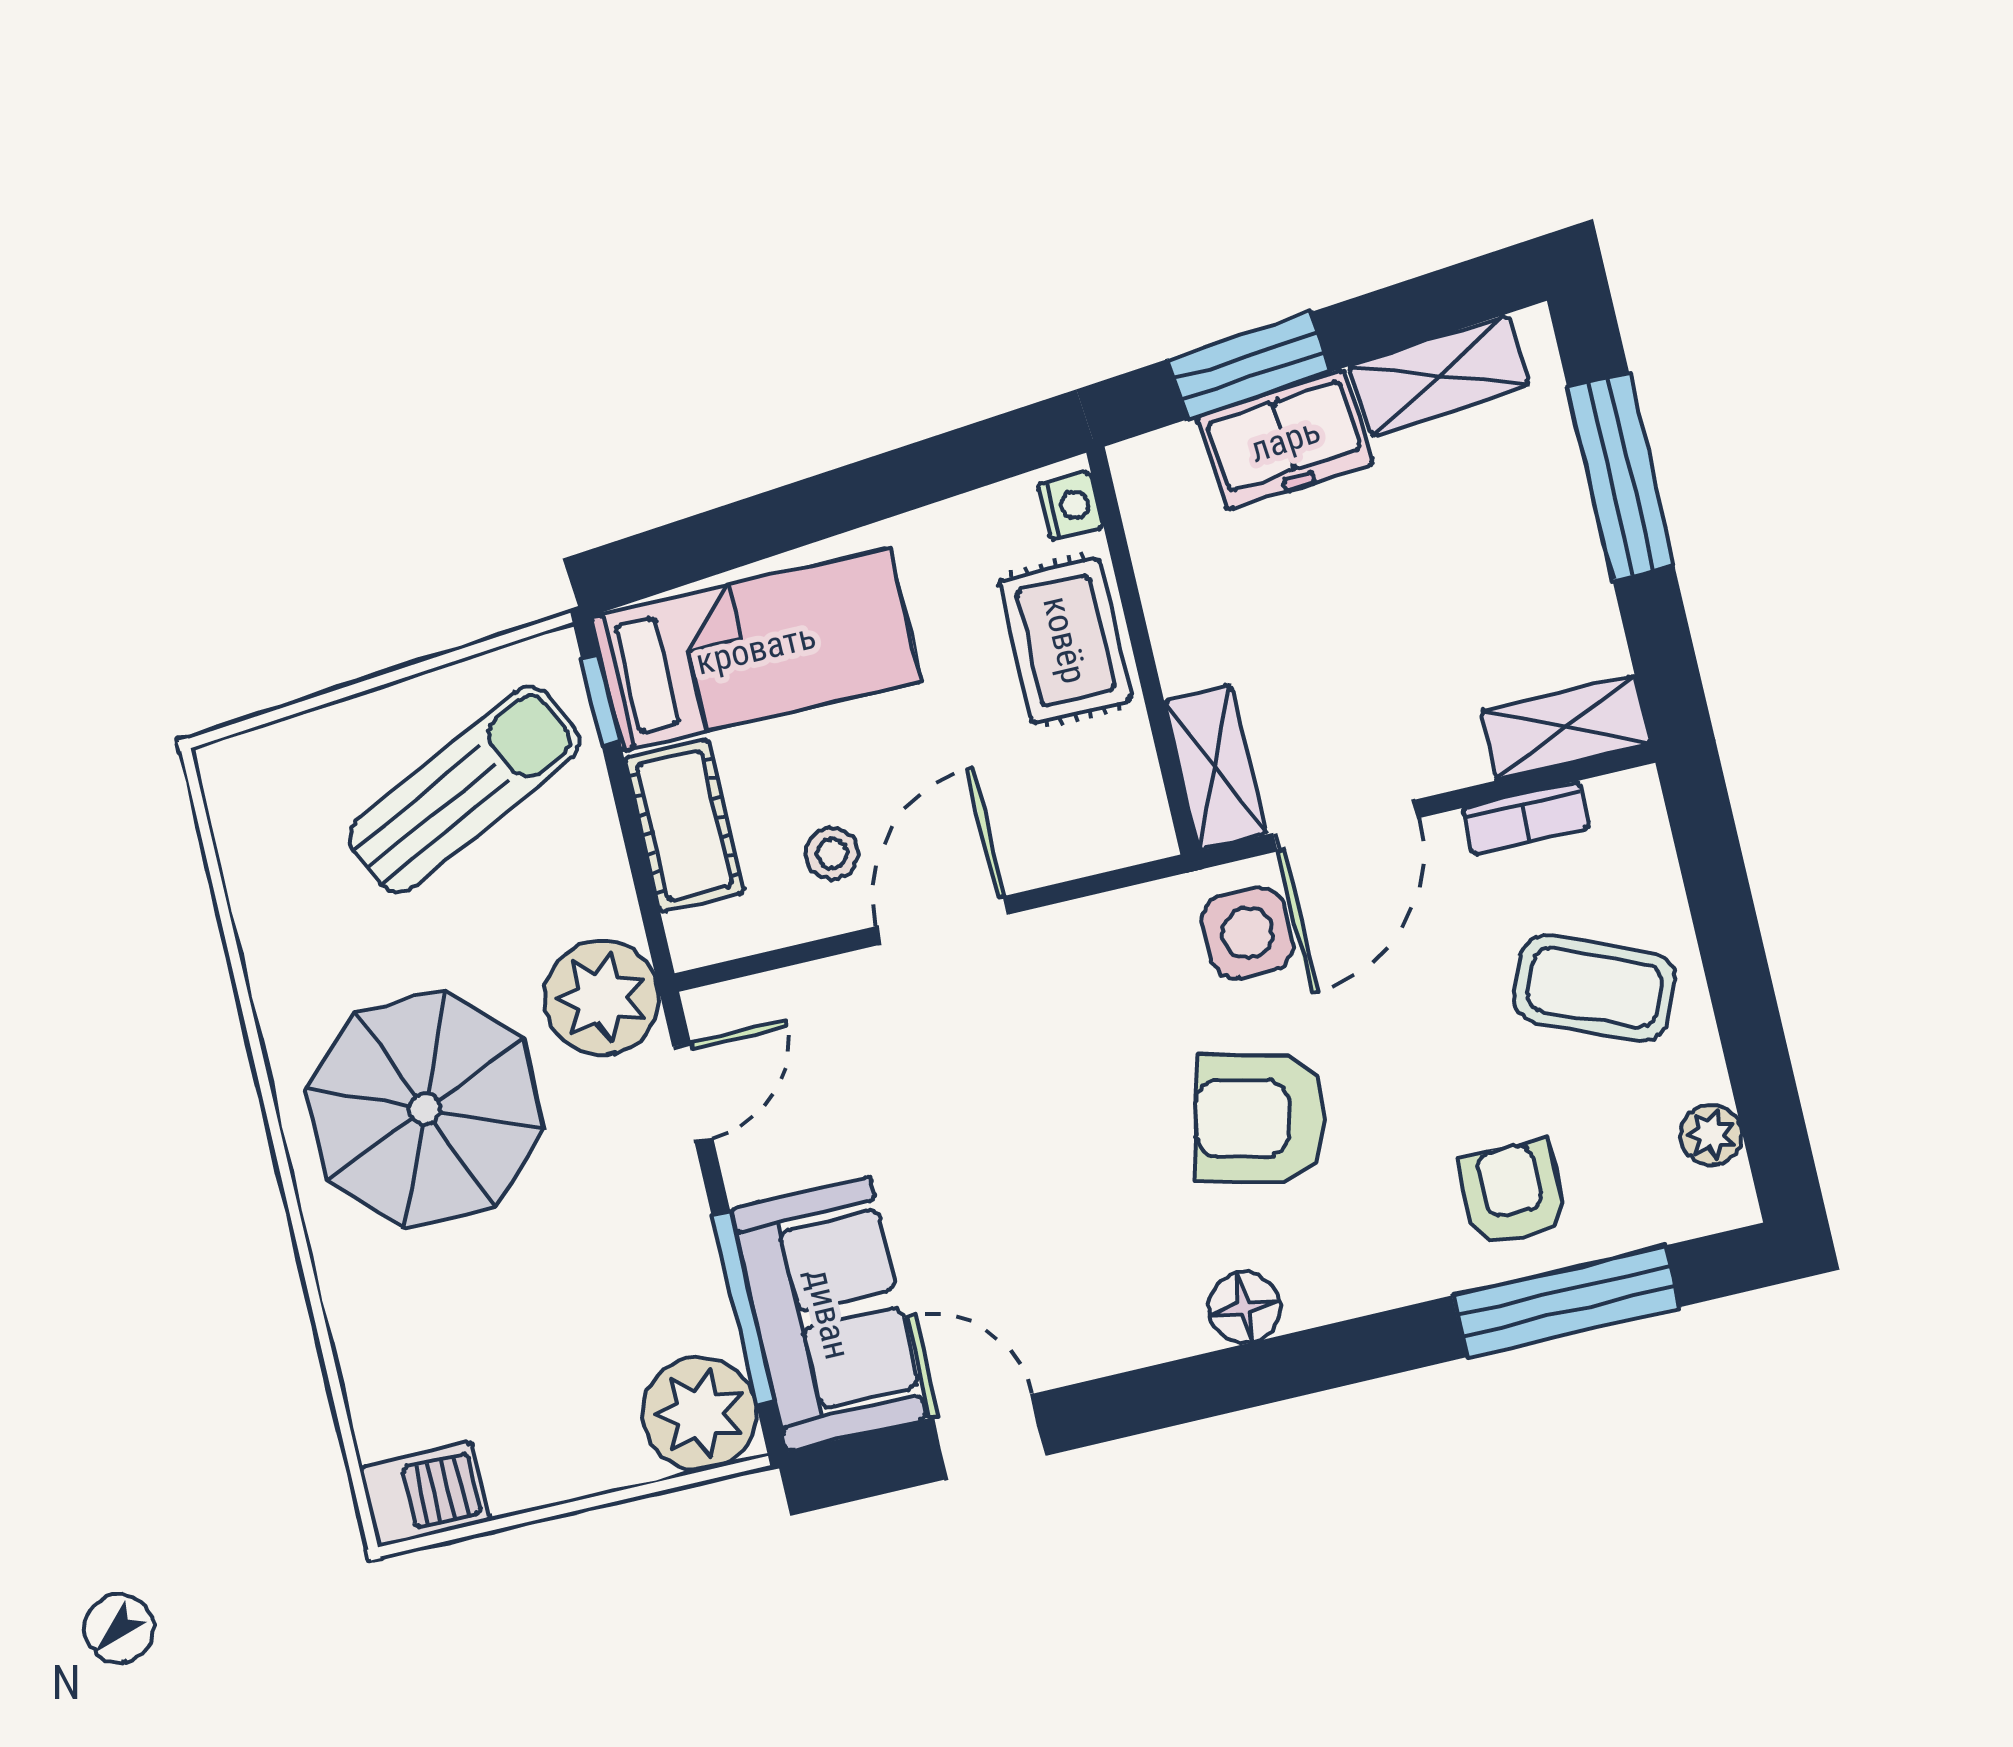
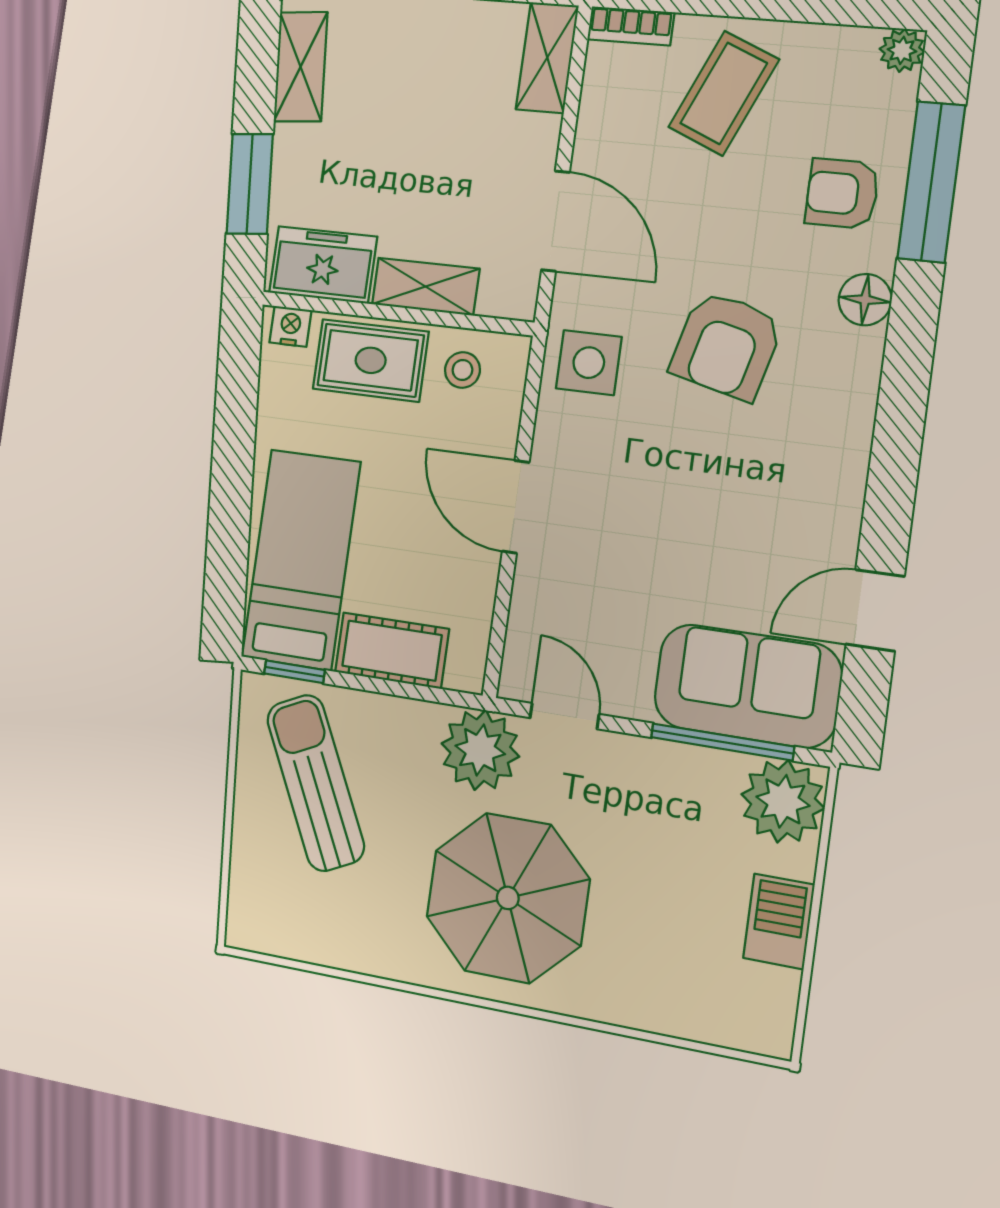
freezer: (1285, 440) -> (323, 265), moved, turned -85
shelving: (1215, 768) -> (426, 286), moved
bookcase: (1526, 818) -> (631, 26), moved, turned 90
stool: (832, 853) -> (462, 370), moved
side table: (1248, 933) -> (589, 363), moved
plant: (1711, 1135) -> (902, 50), moved
floor lamp: (1244, 1308) -> (865, 300), moved
barbecue: (425, 1494) -> (779, 921), moved

